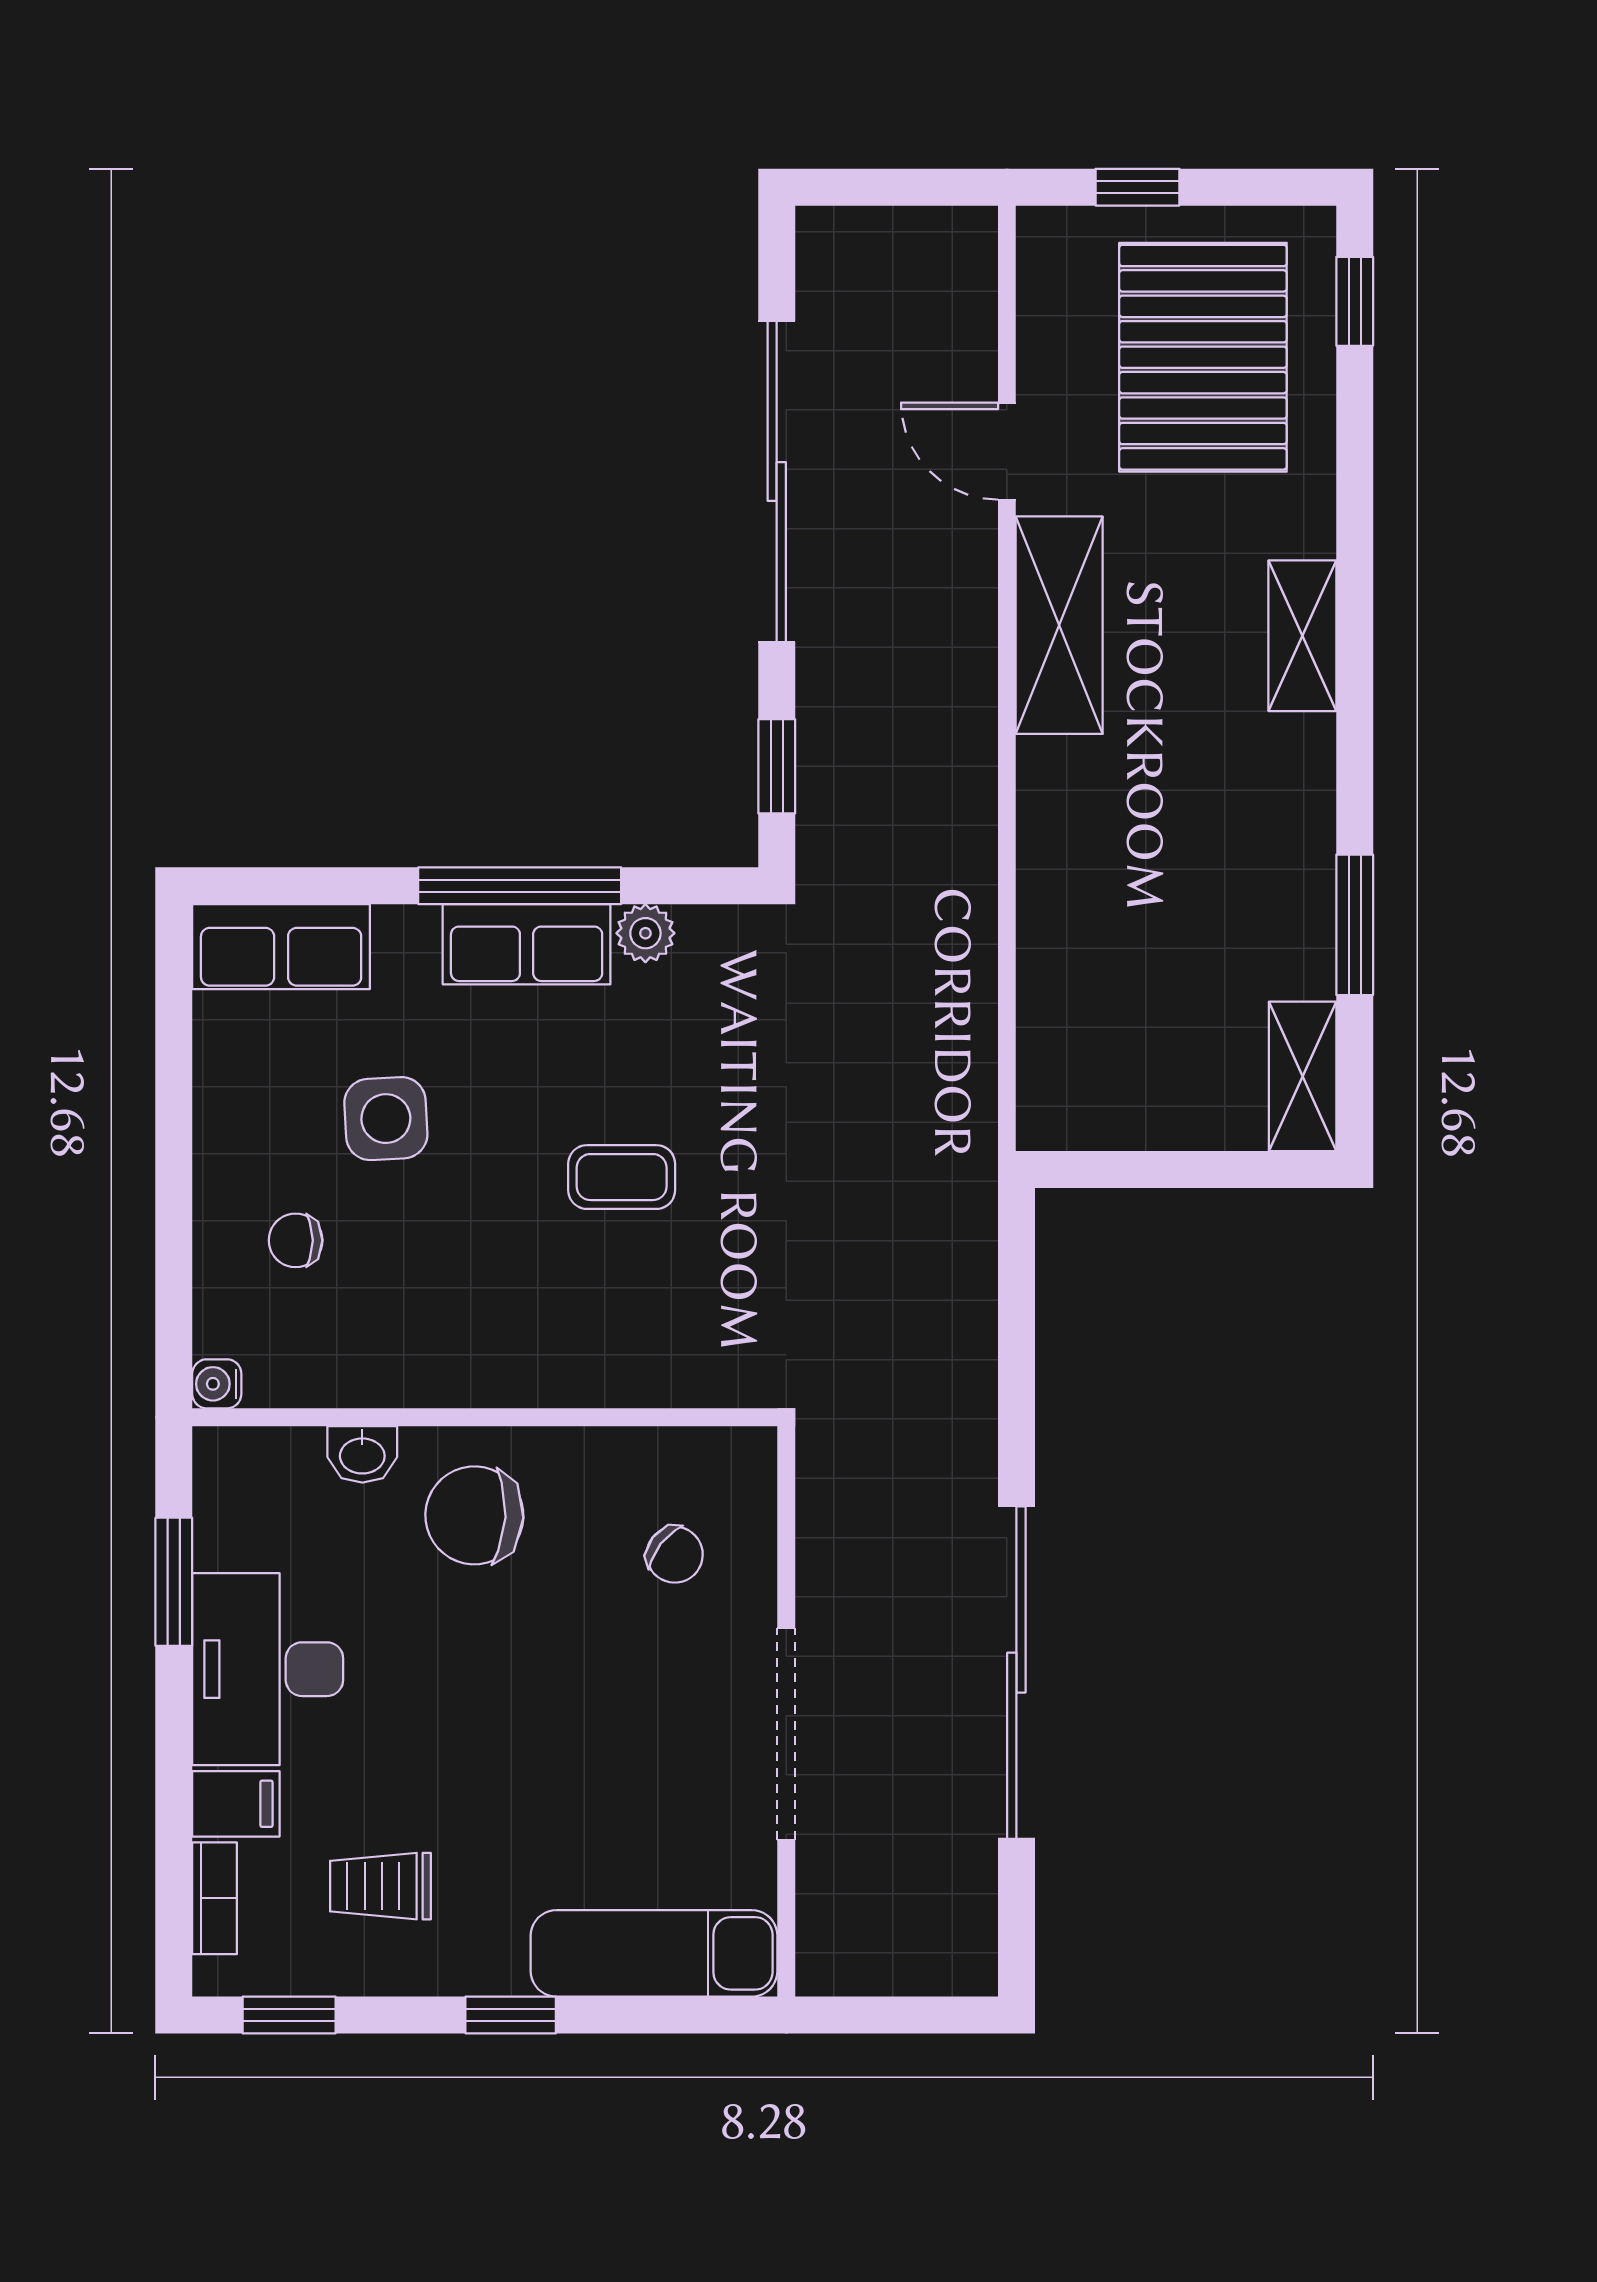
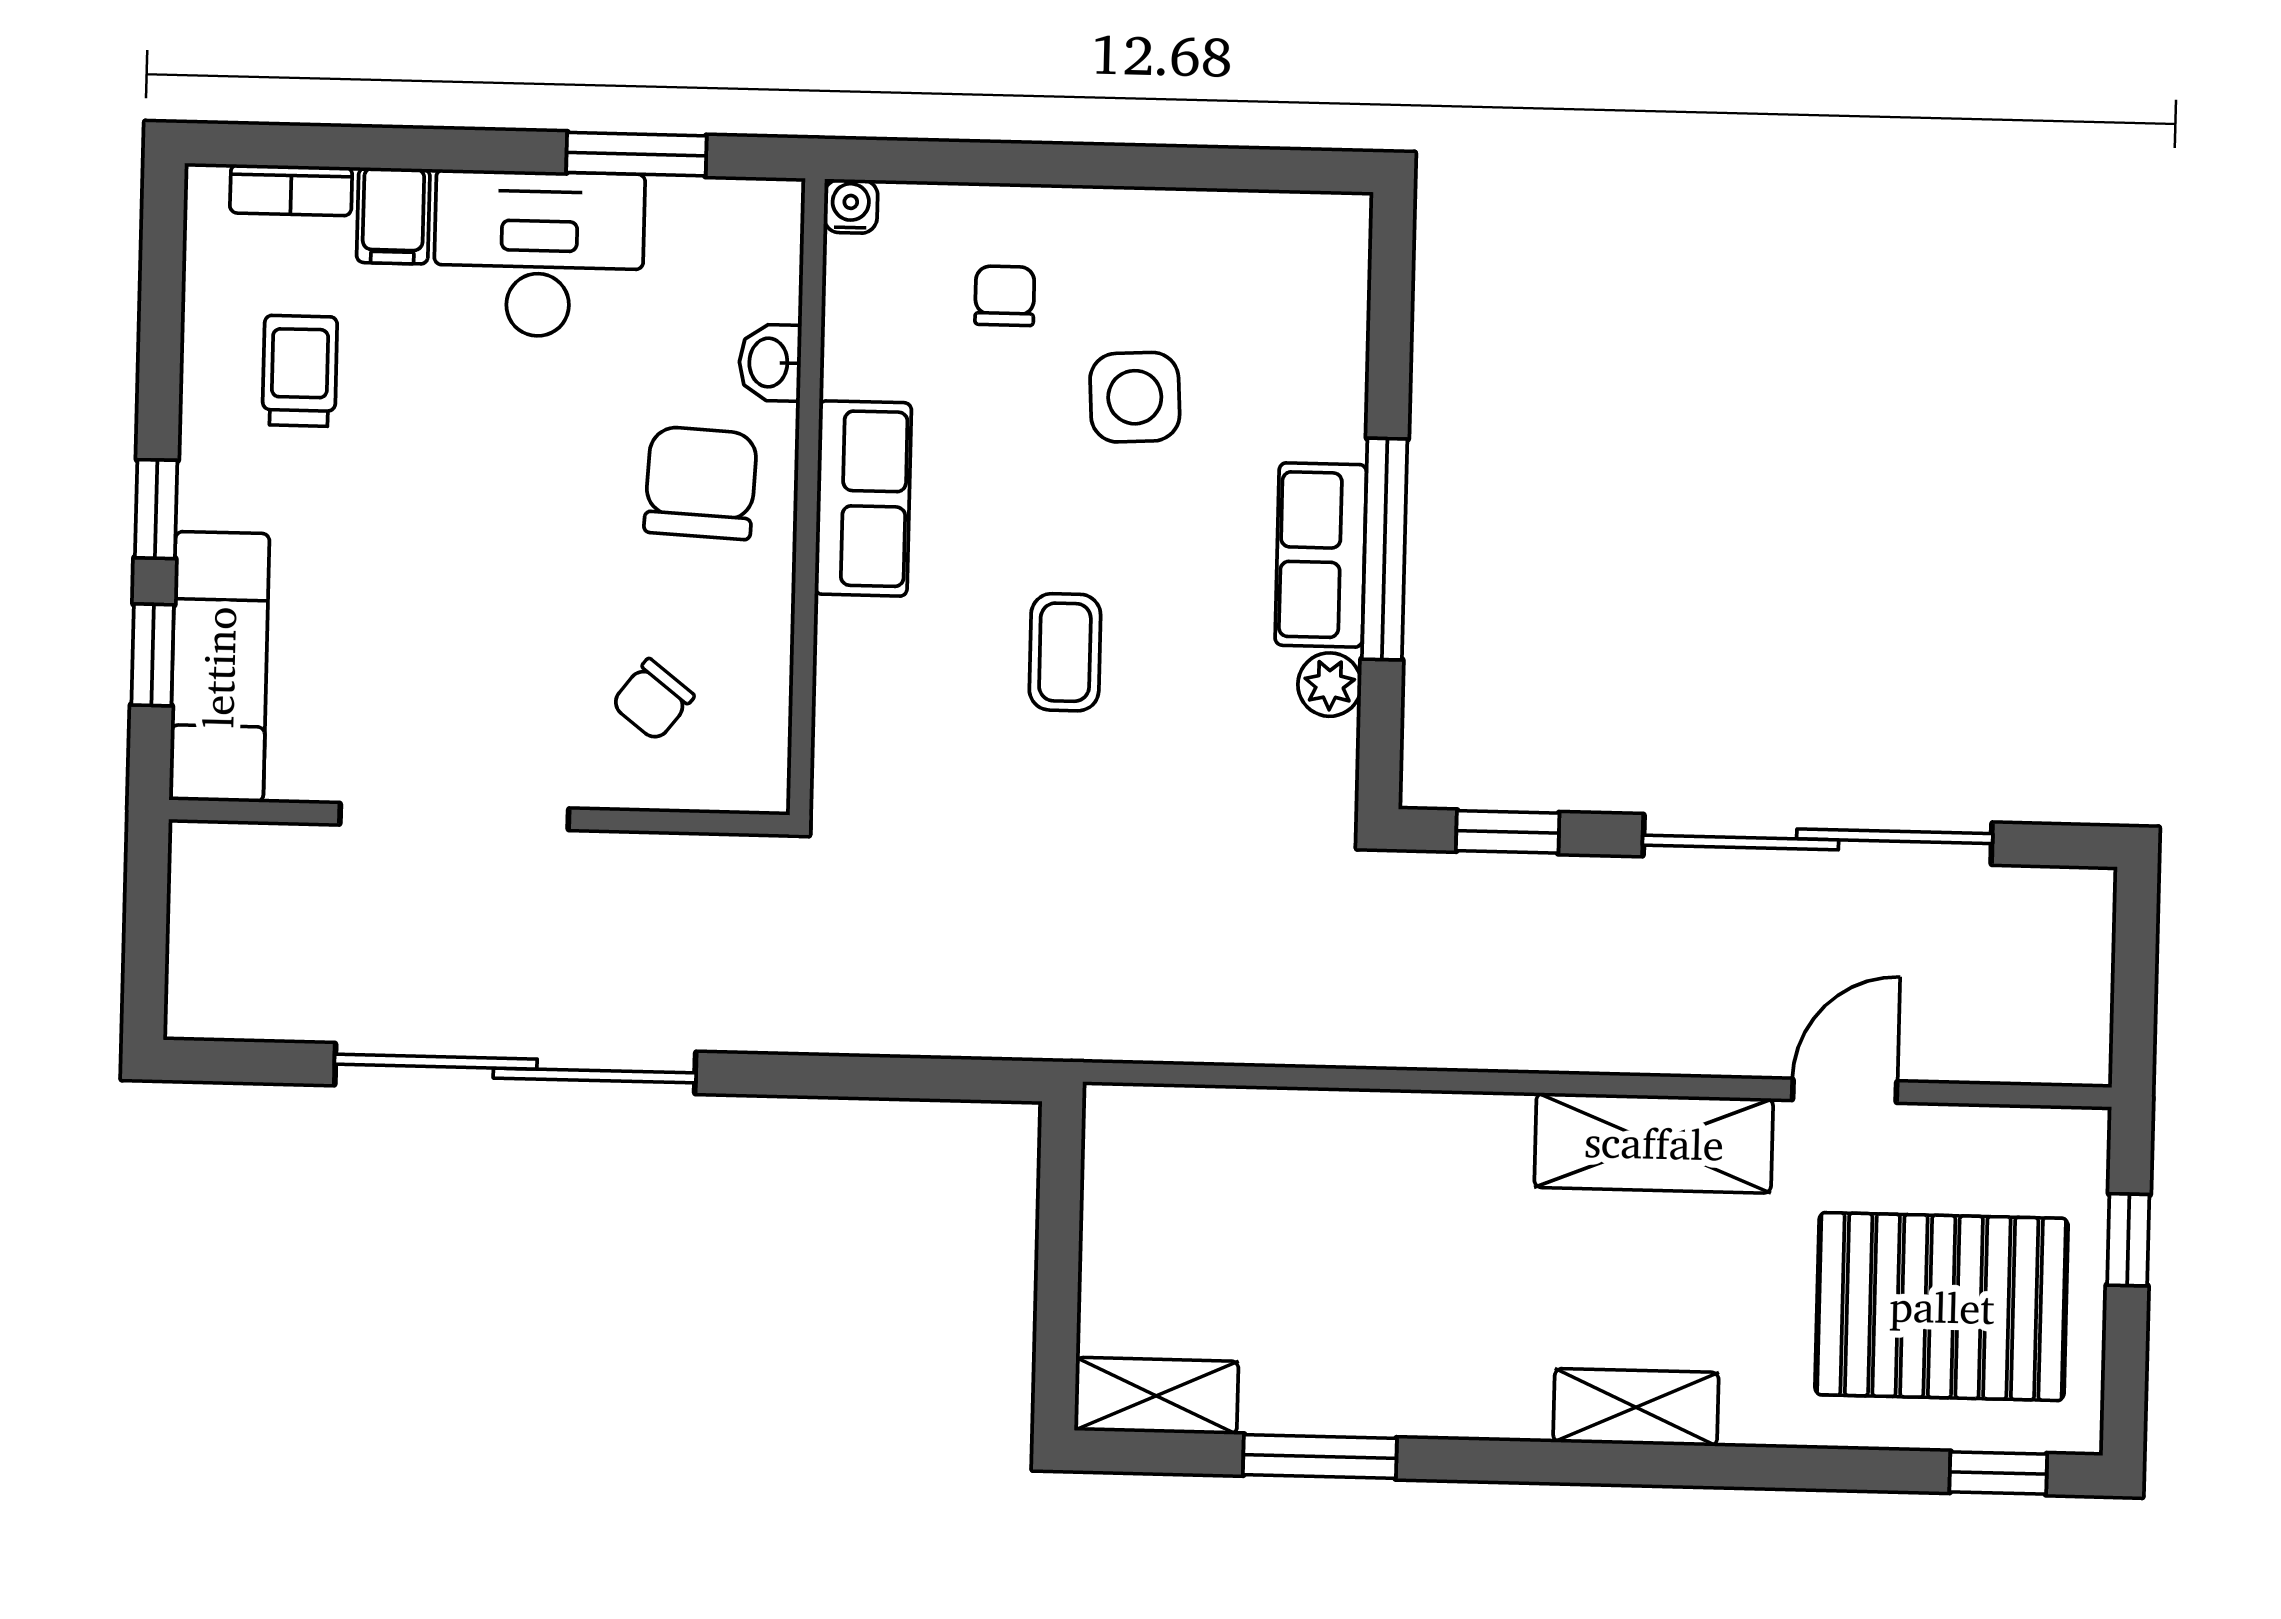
row of seats: (281, 947) -> (863, 498), moved, turned 180
window: (289, 2015) -> (153, 655), moved

